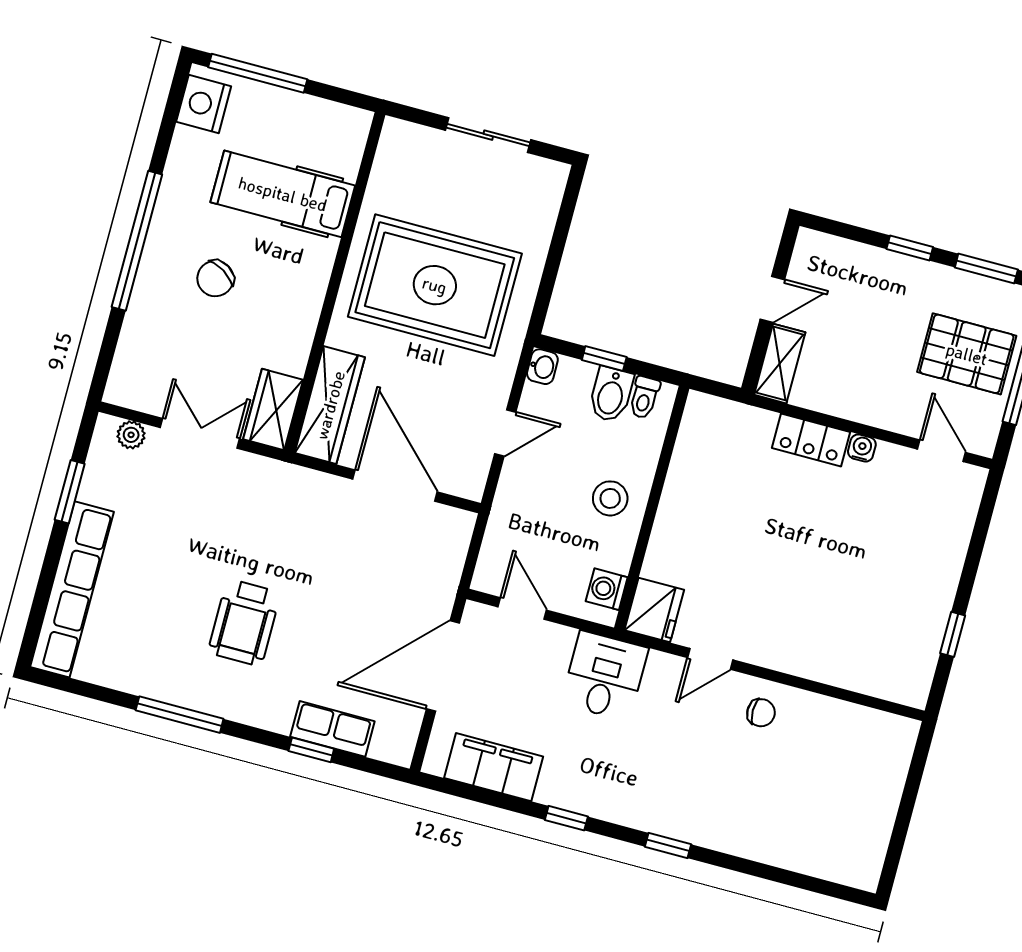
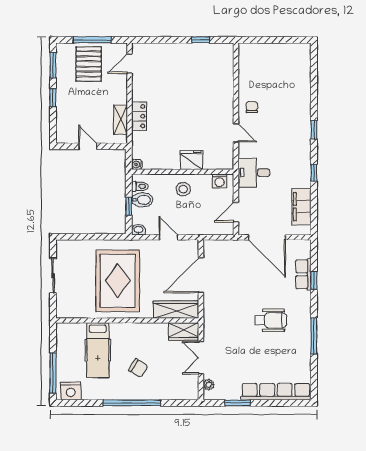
shelving: (780, 364) -> (121, 120), moved, turned 90
water cooler: (862, 448) -> (137, 164), moved
fridge: (654, 610) -> (191, 160), moved

